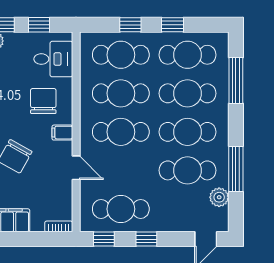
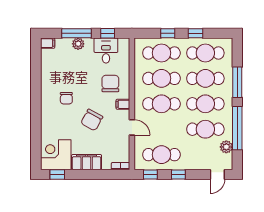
desk: (53, 59) -> (106, 51), moved, turned -90
window: (236, 80) -> (237, 82), moved
window: (236, 169) -> (237, 128), width x1.46

